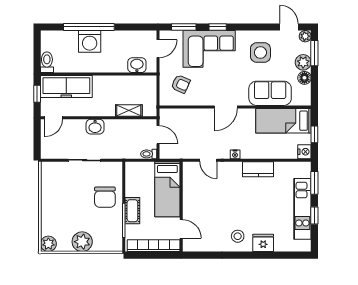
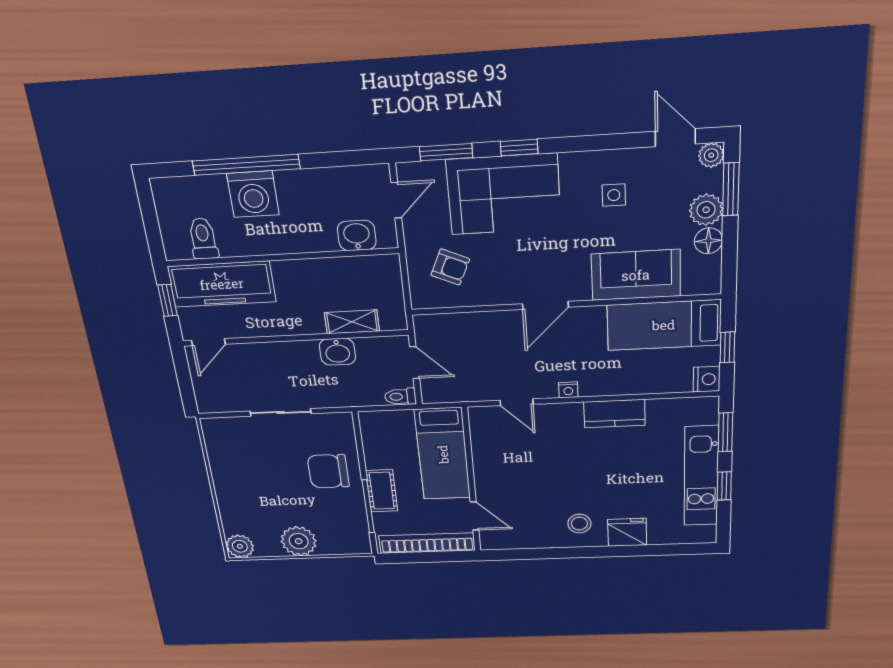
side table: (260, 52) -> (614, 195), width x0.54, depth x0.54
toilet: (47, 62) -> (203, 239), moved
washbasin: (95, 127) -> (337, 352), moved
chair: (105, 197) -> (328, 471), turned 90

